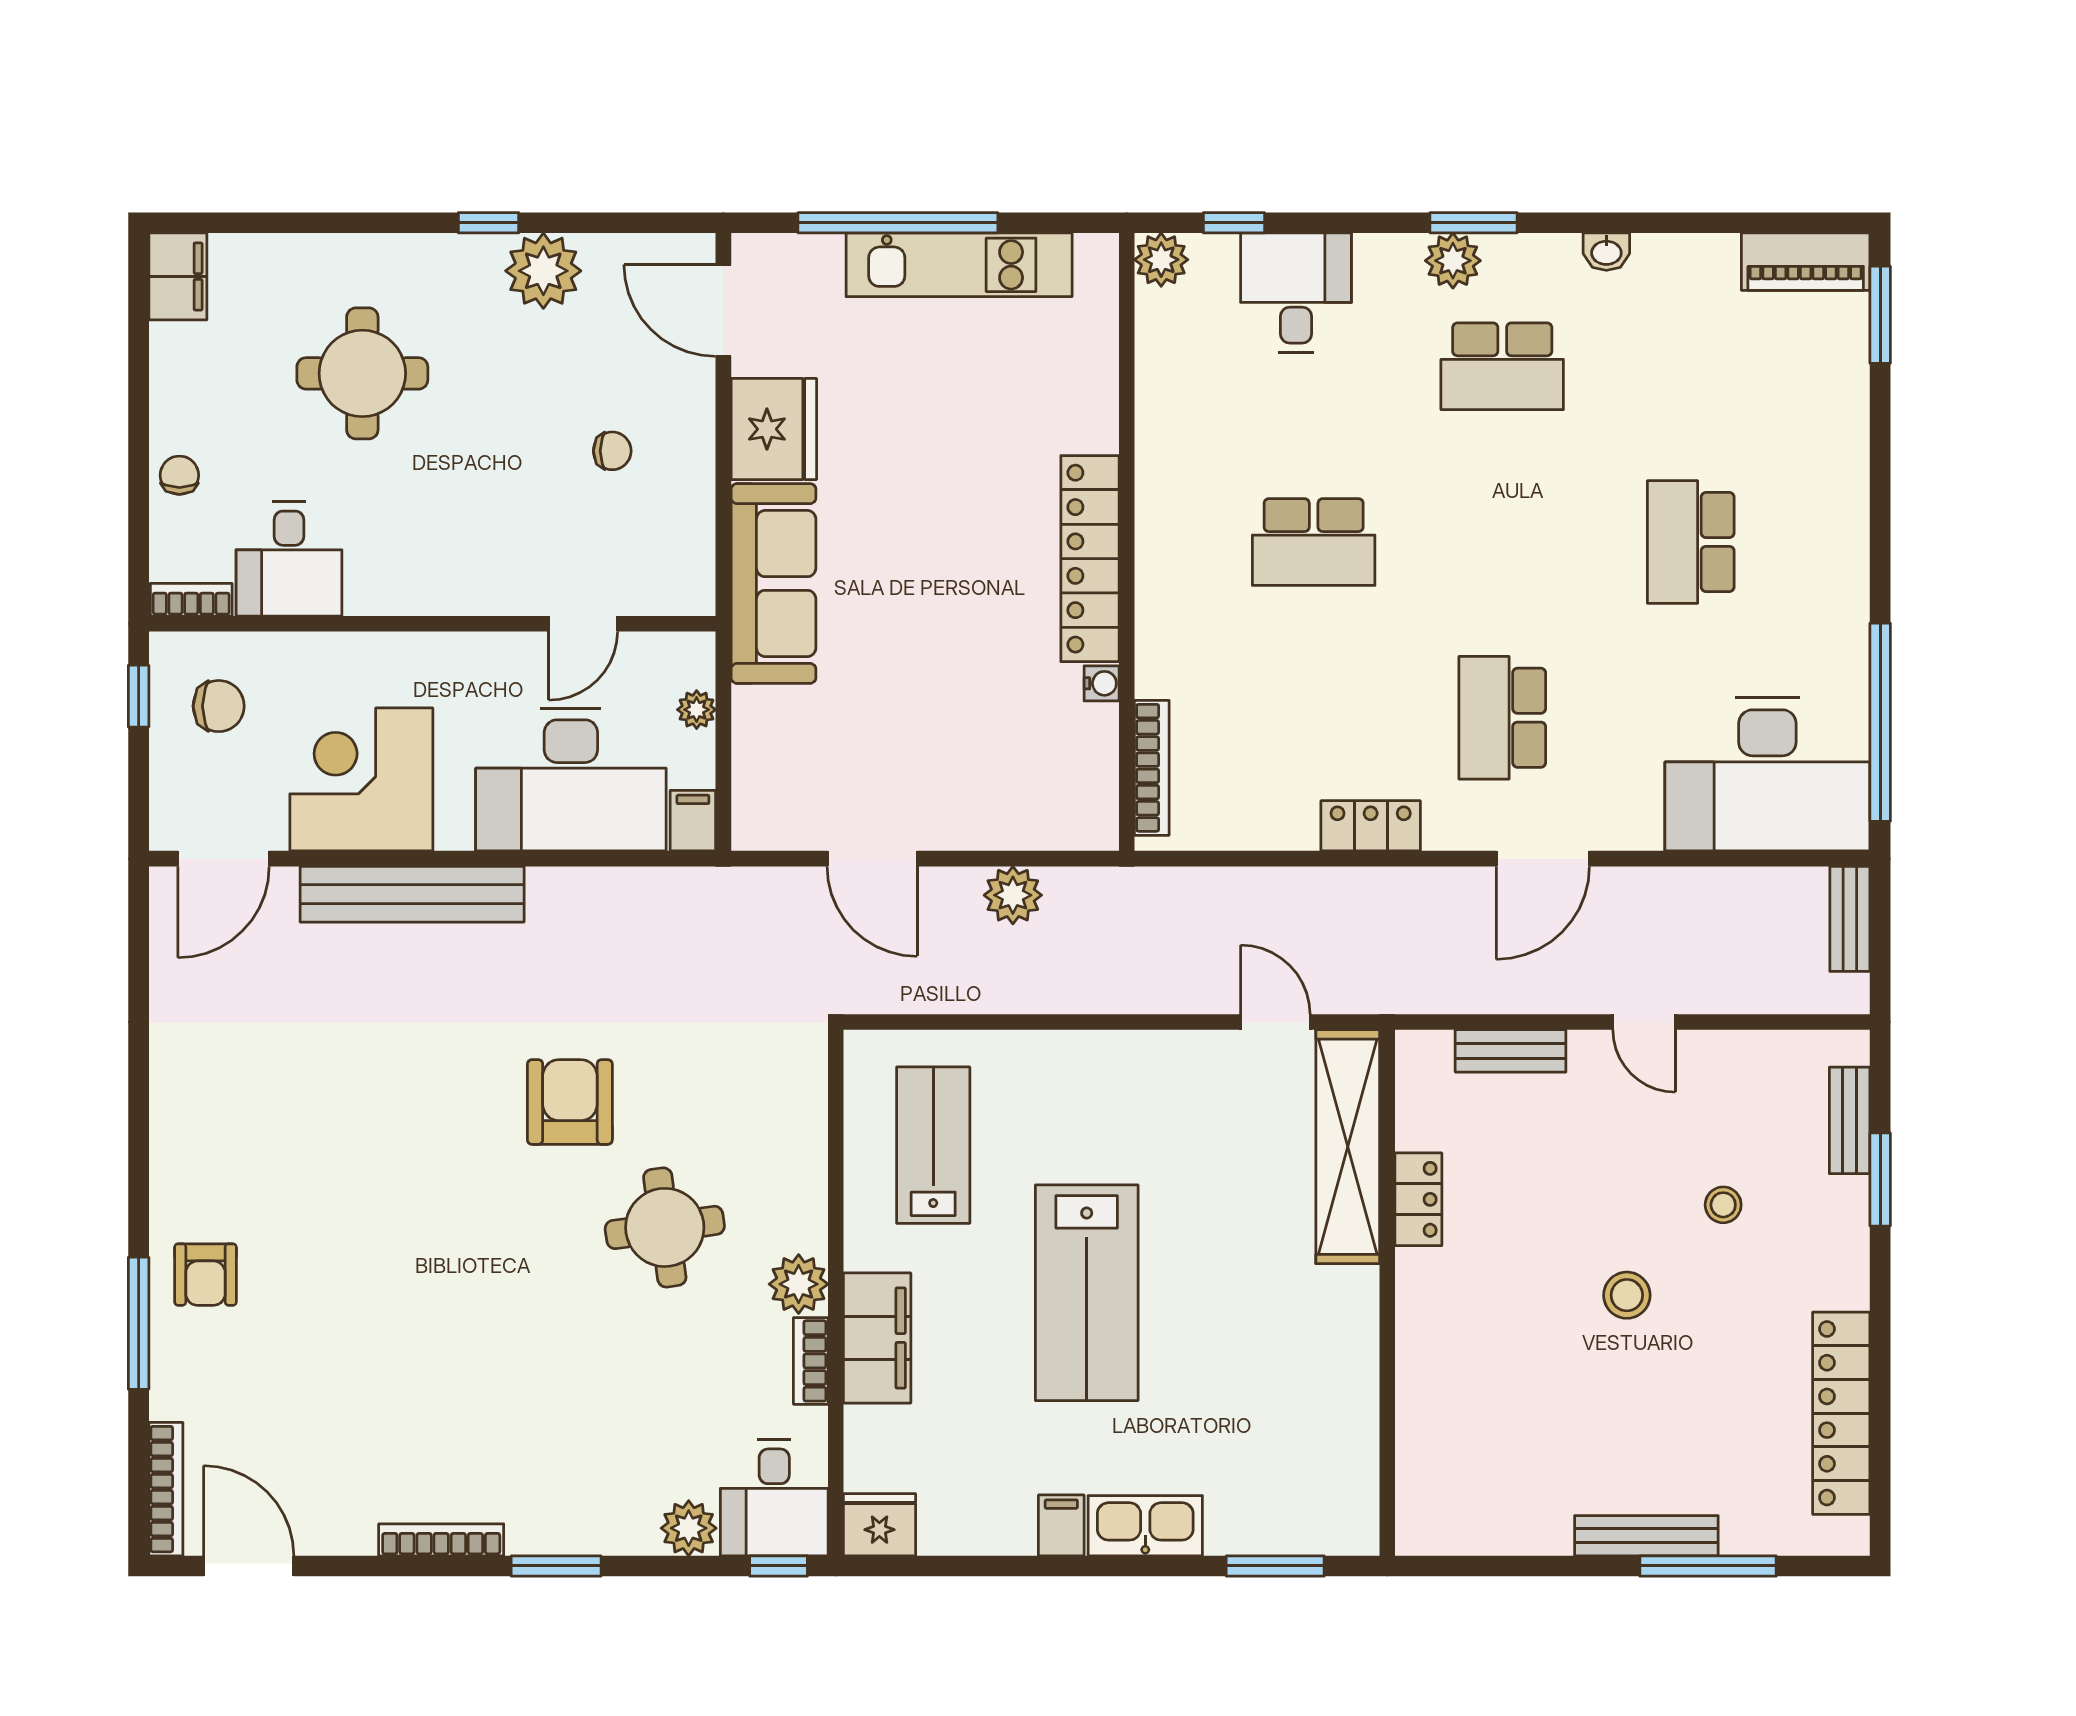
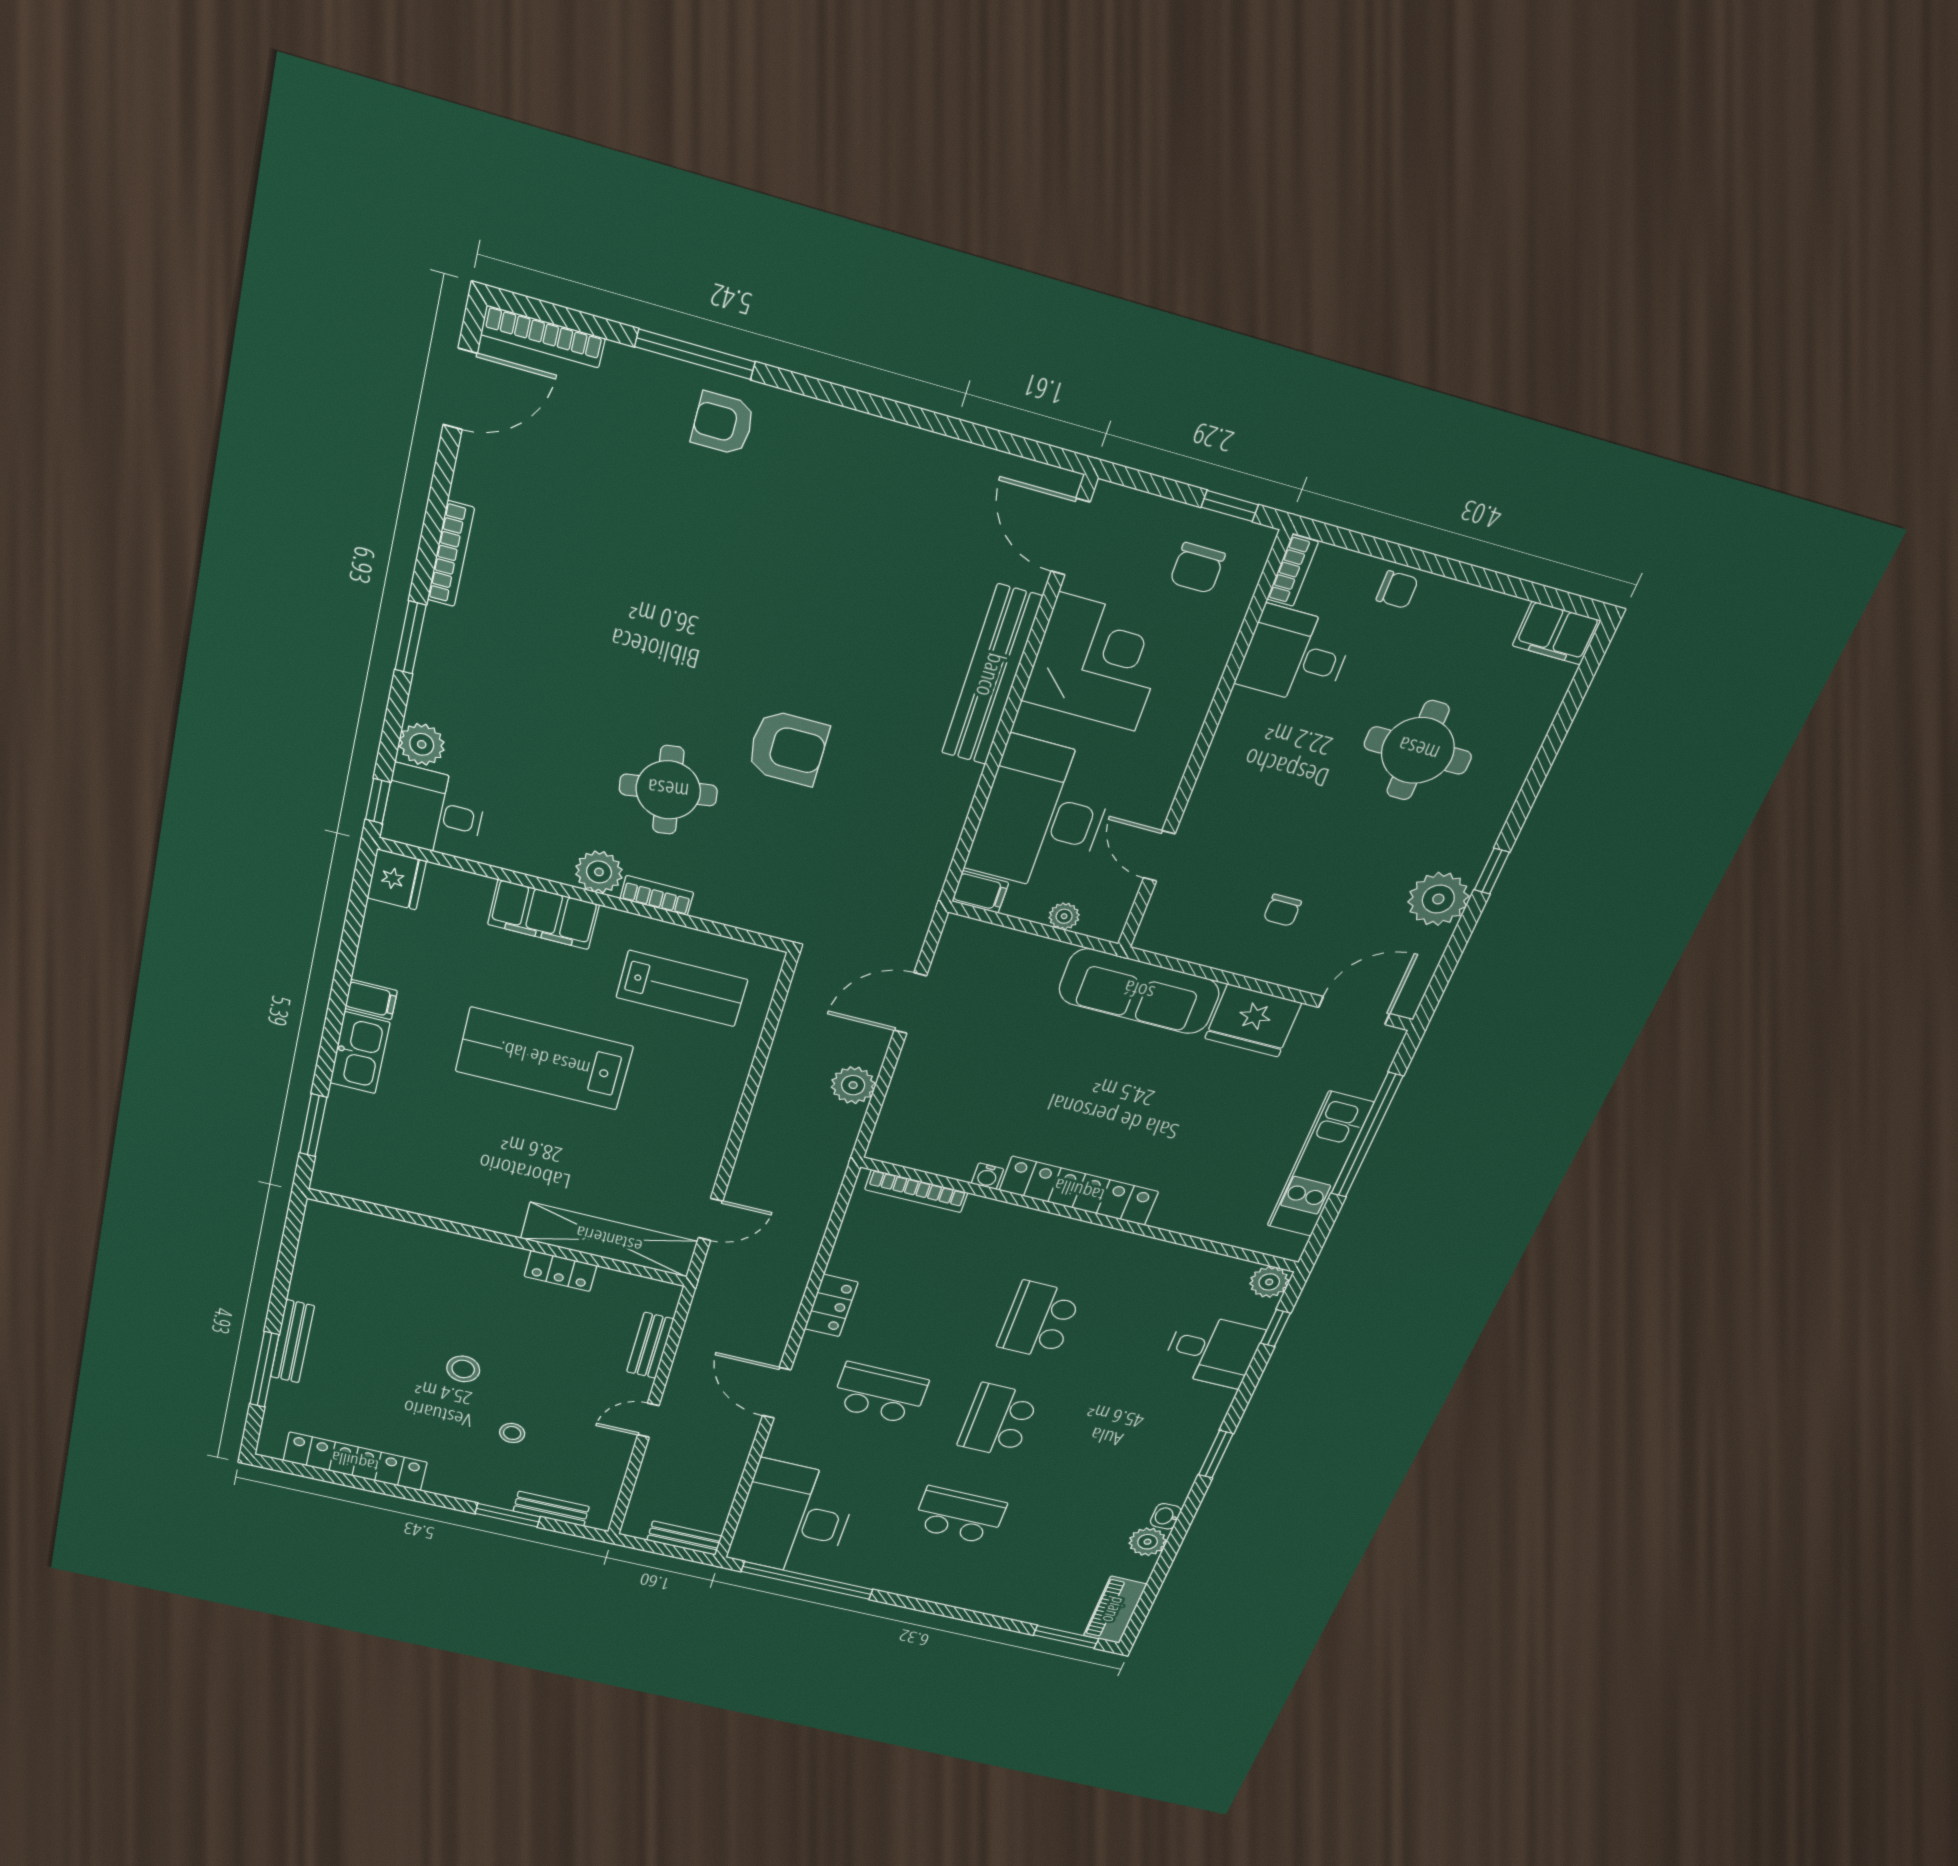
plant: (1453, 261) -> (1148, 1542), moved
school desk: (1502, 366) -> (998, 1420), moved
bookcase: (811, 1361) -> (657, 895), moved

